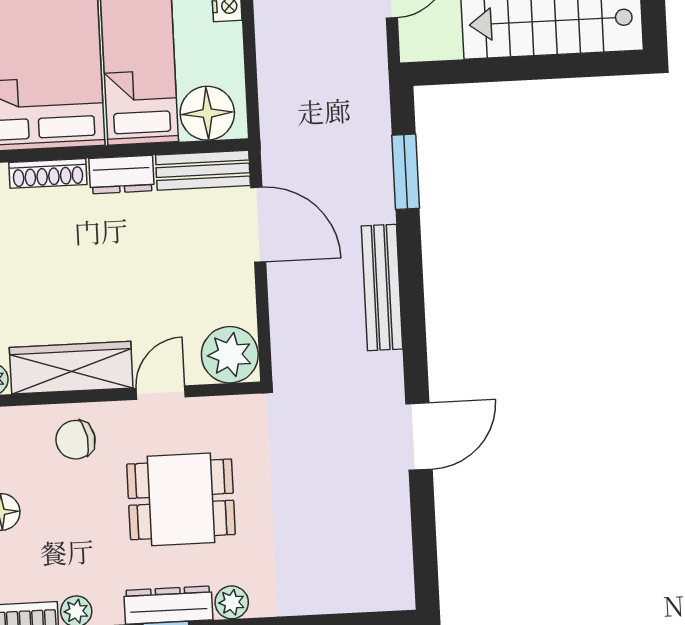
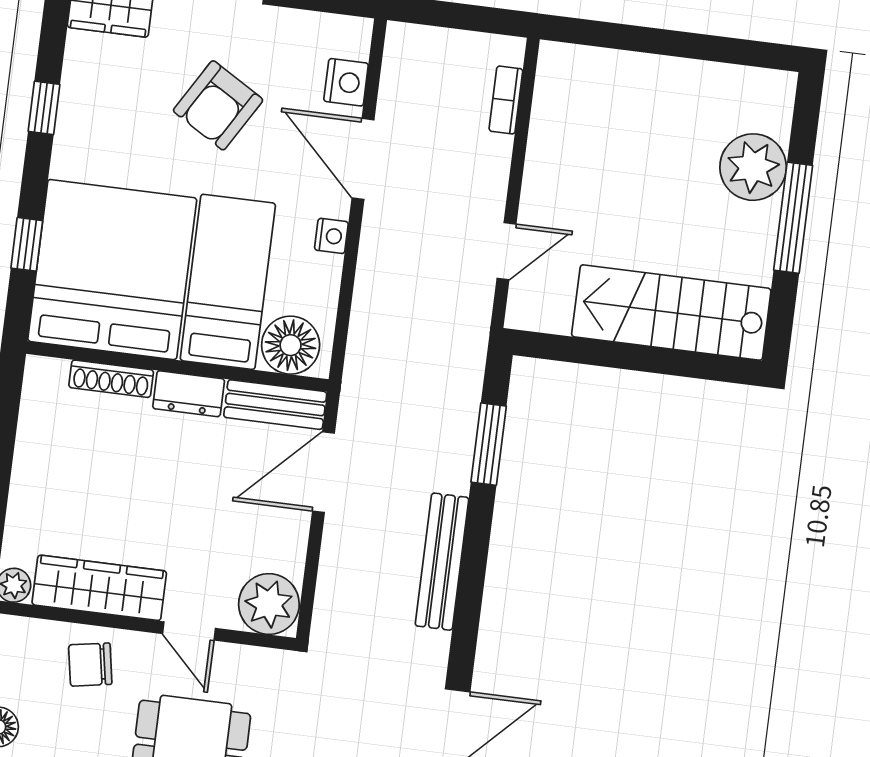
door: (258, 225) -> (323, 472), swing flipped
door: (161, 393) -> (189, 631), swing flipped

